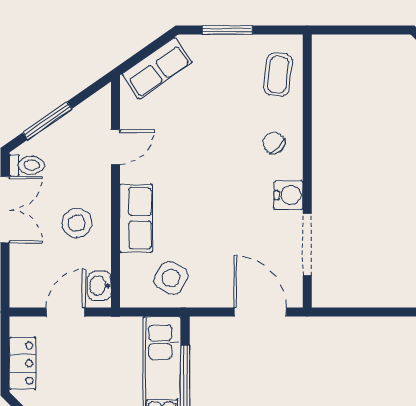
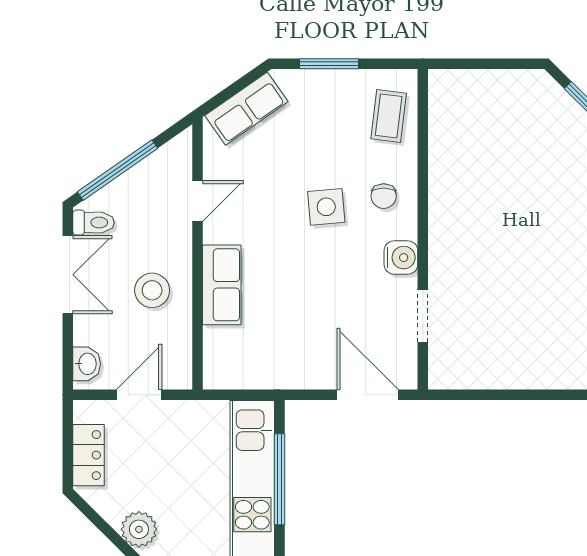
window: (47, 121) -> (118, 170), width x1.44
chair: (274, 143) -> (384, 196), turned -135
doorway: (307, 245) -> (423, 316), width x0.73
side table: (171, 278) -> (326, 207), moved, turned -34
washbasin: (99, 286) -> (87, 364), moved, turned 180

